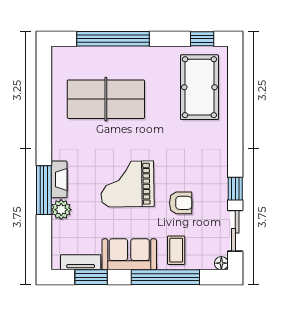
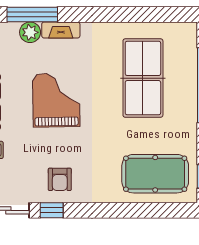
window: (44, 190) -> (32, 15), moved
armchair: (181, 203) -> (60, 179), moved

